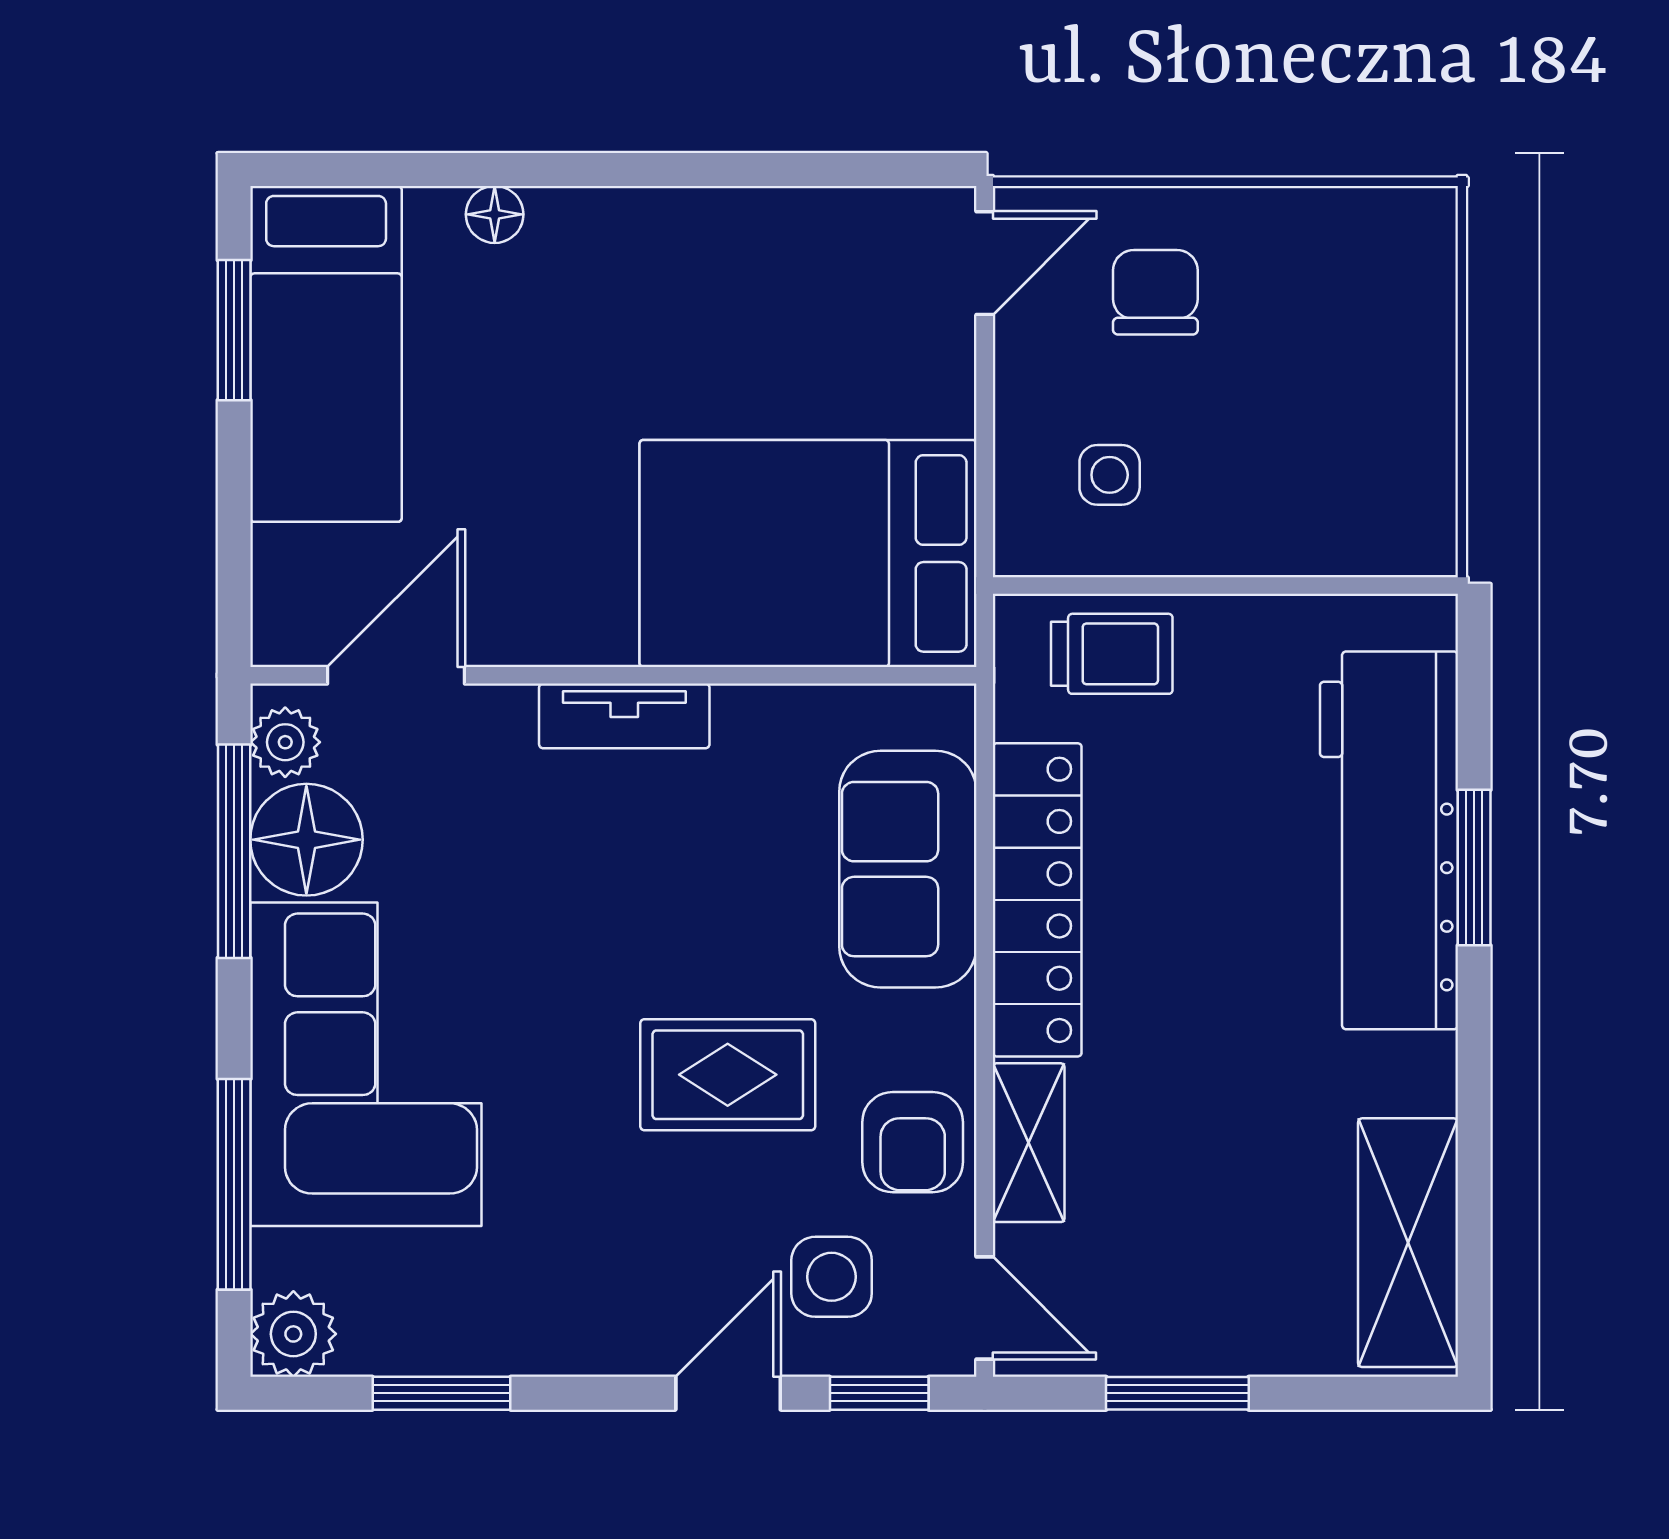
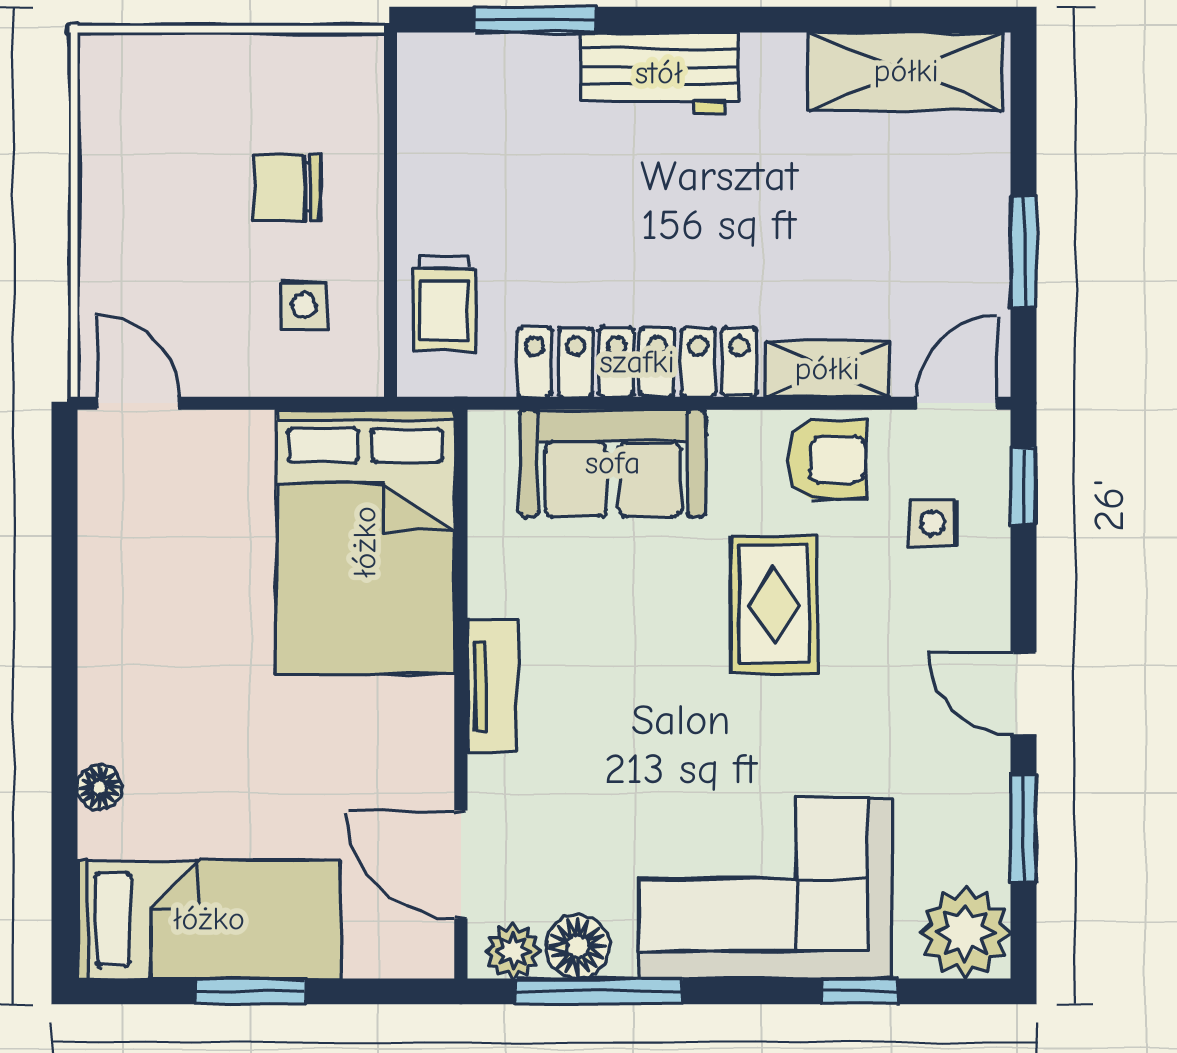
chair: (1155, 292) -> (287, 187), moved
window: (234, 330) -> (250, 991), moved
trolley: (1112, 654) -> (444, 303), turned 180
floor lamp: (306, 840) -> (578, 947), width x0.73, depth x0.73
workbench: (1389, 840) -> (659, 73), width x0.53, depth x0.76
window: (1474, 868) -> (535, 20), moved
window: (234, 1184) -> (860, 991), width x0.46
side table: (832, 1277) -> (932, 523), width x0.73, depth x0.73
plant: (293, 1334) -> (965, 933), width x1.36, depth x1.36
door: (728, 1393) -> (1024, 693), moved

